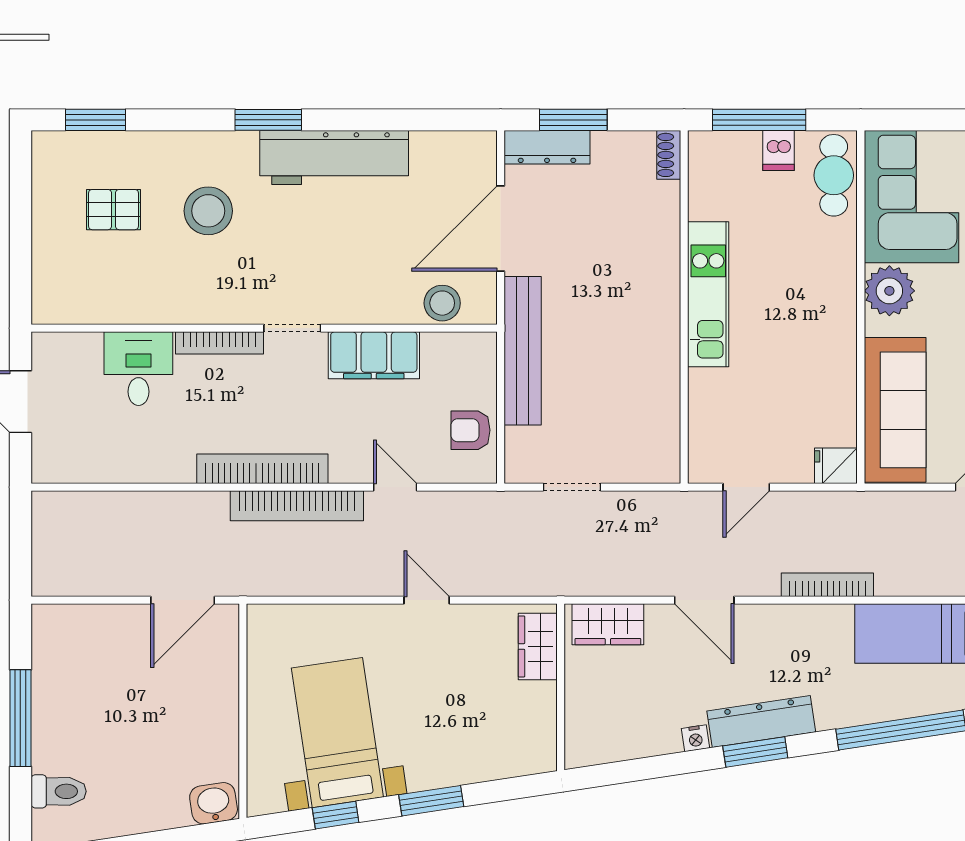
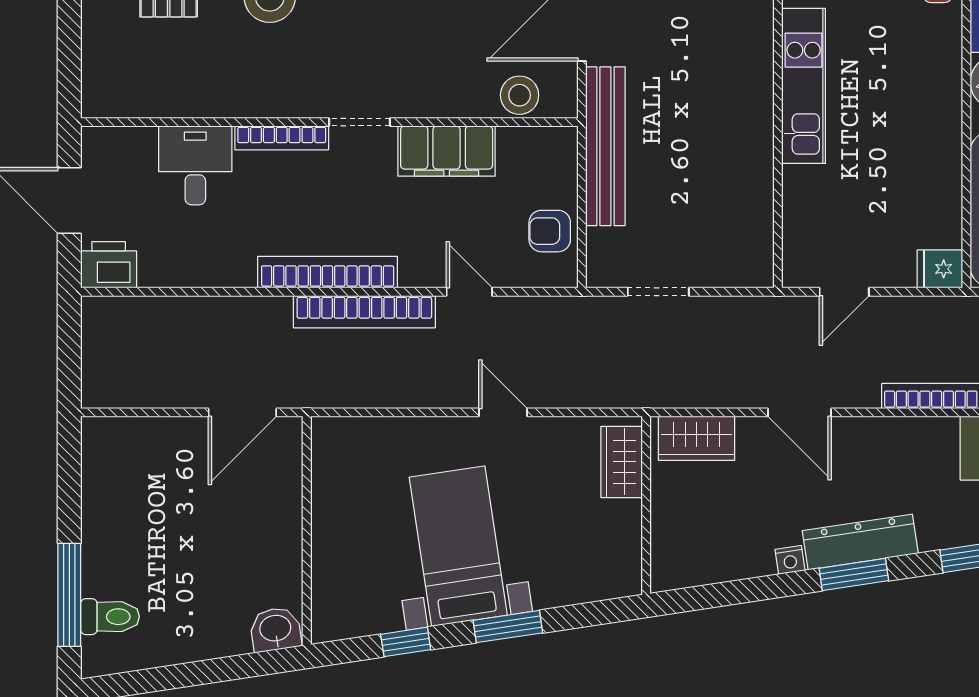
printer: (57, 462) -> (109, 265), added
window: (20, 718) -> (69, 595), moved
bed with nightstands: (337, 733) -> (458, 546), moved

